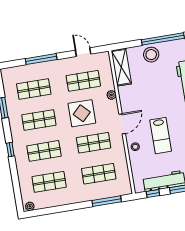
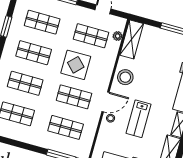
stool: (151, 55) -> (125, 77), moved
plant: (111, 95) -> (118, 36), moved
door: (122, 124) -> (105, 102), moved

